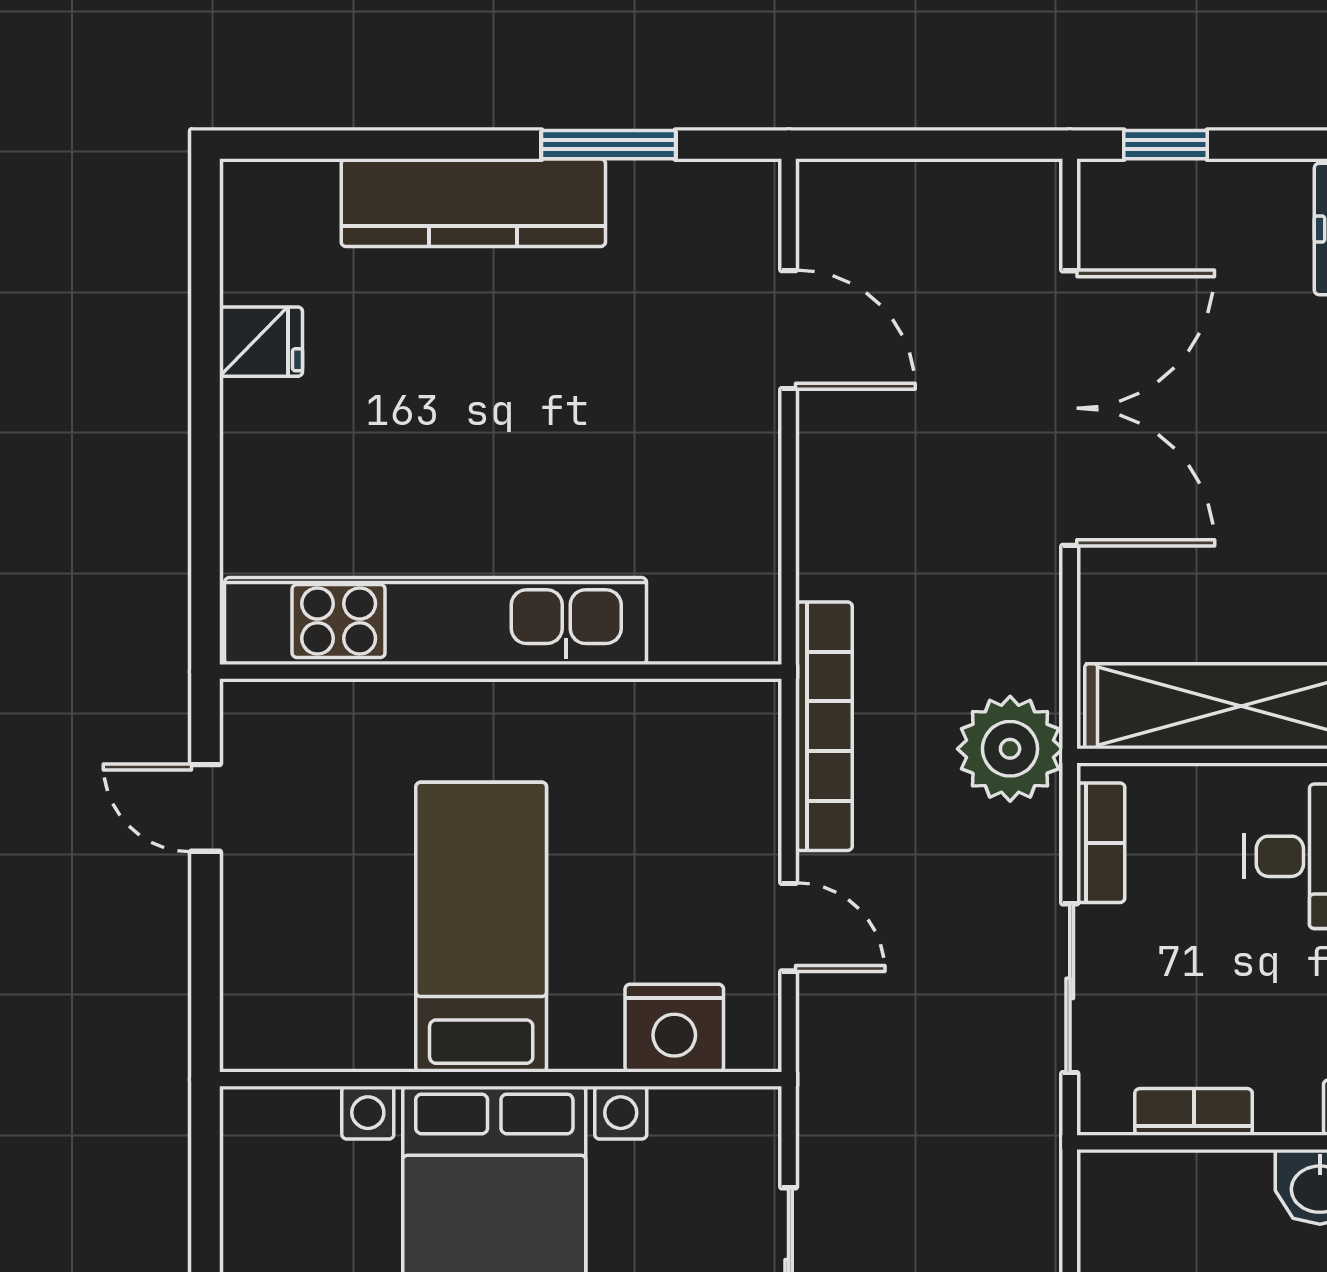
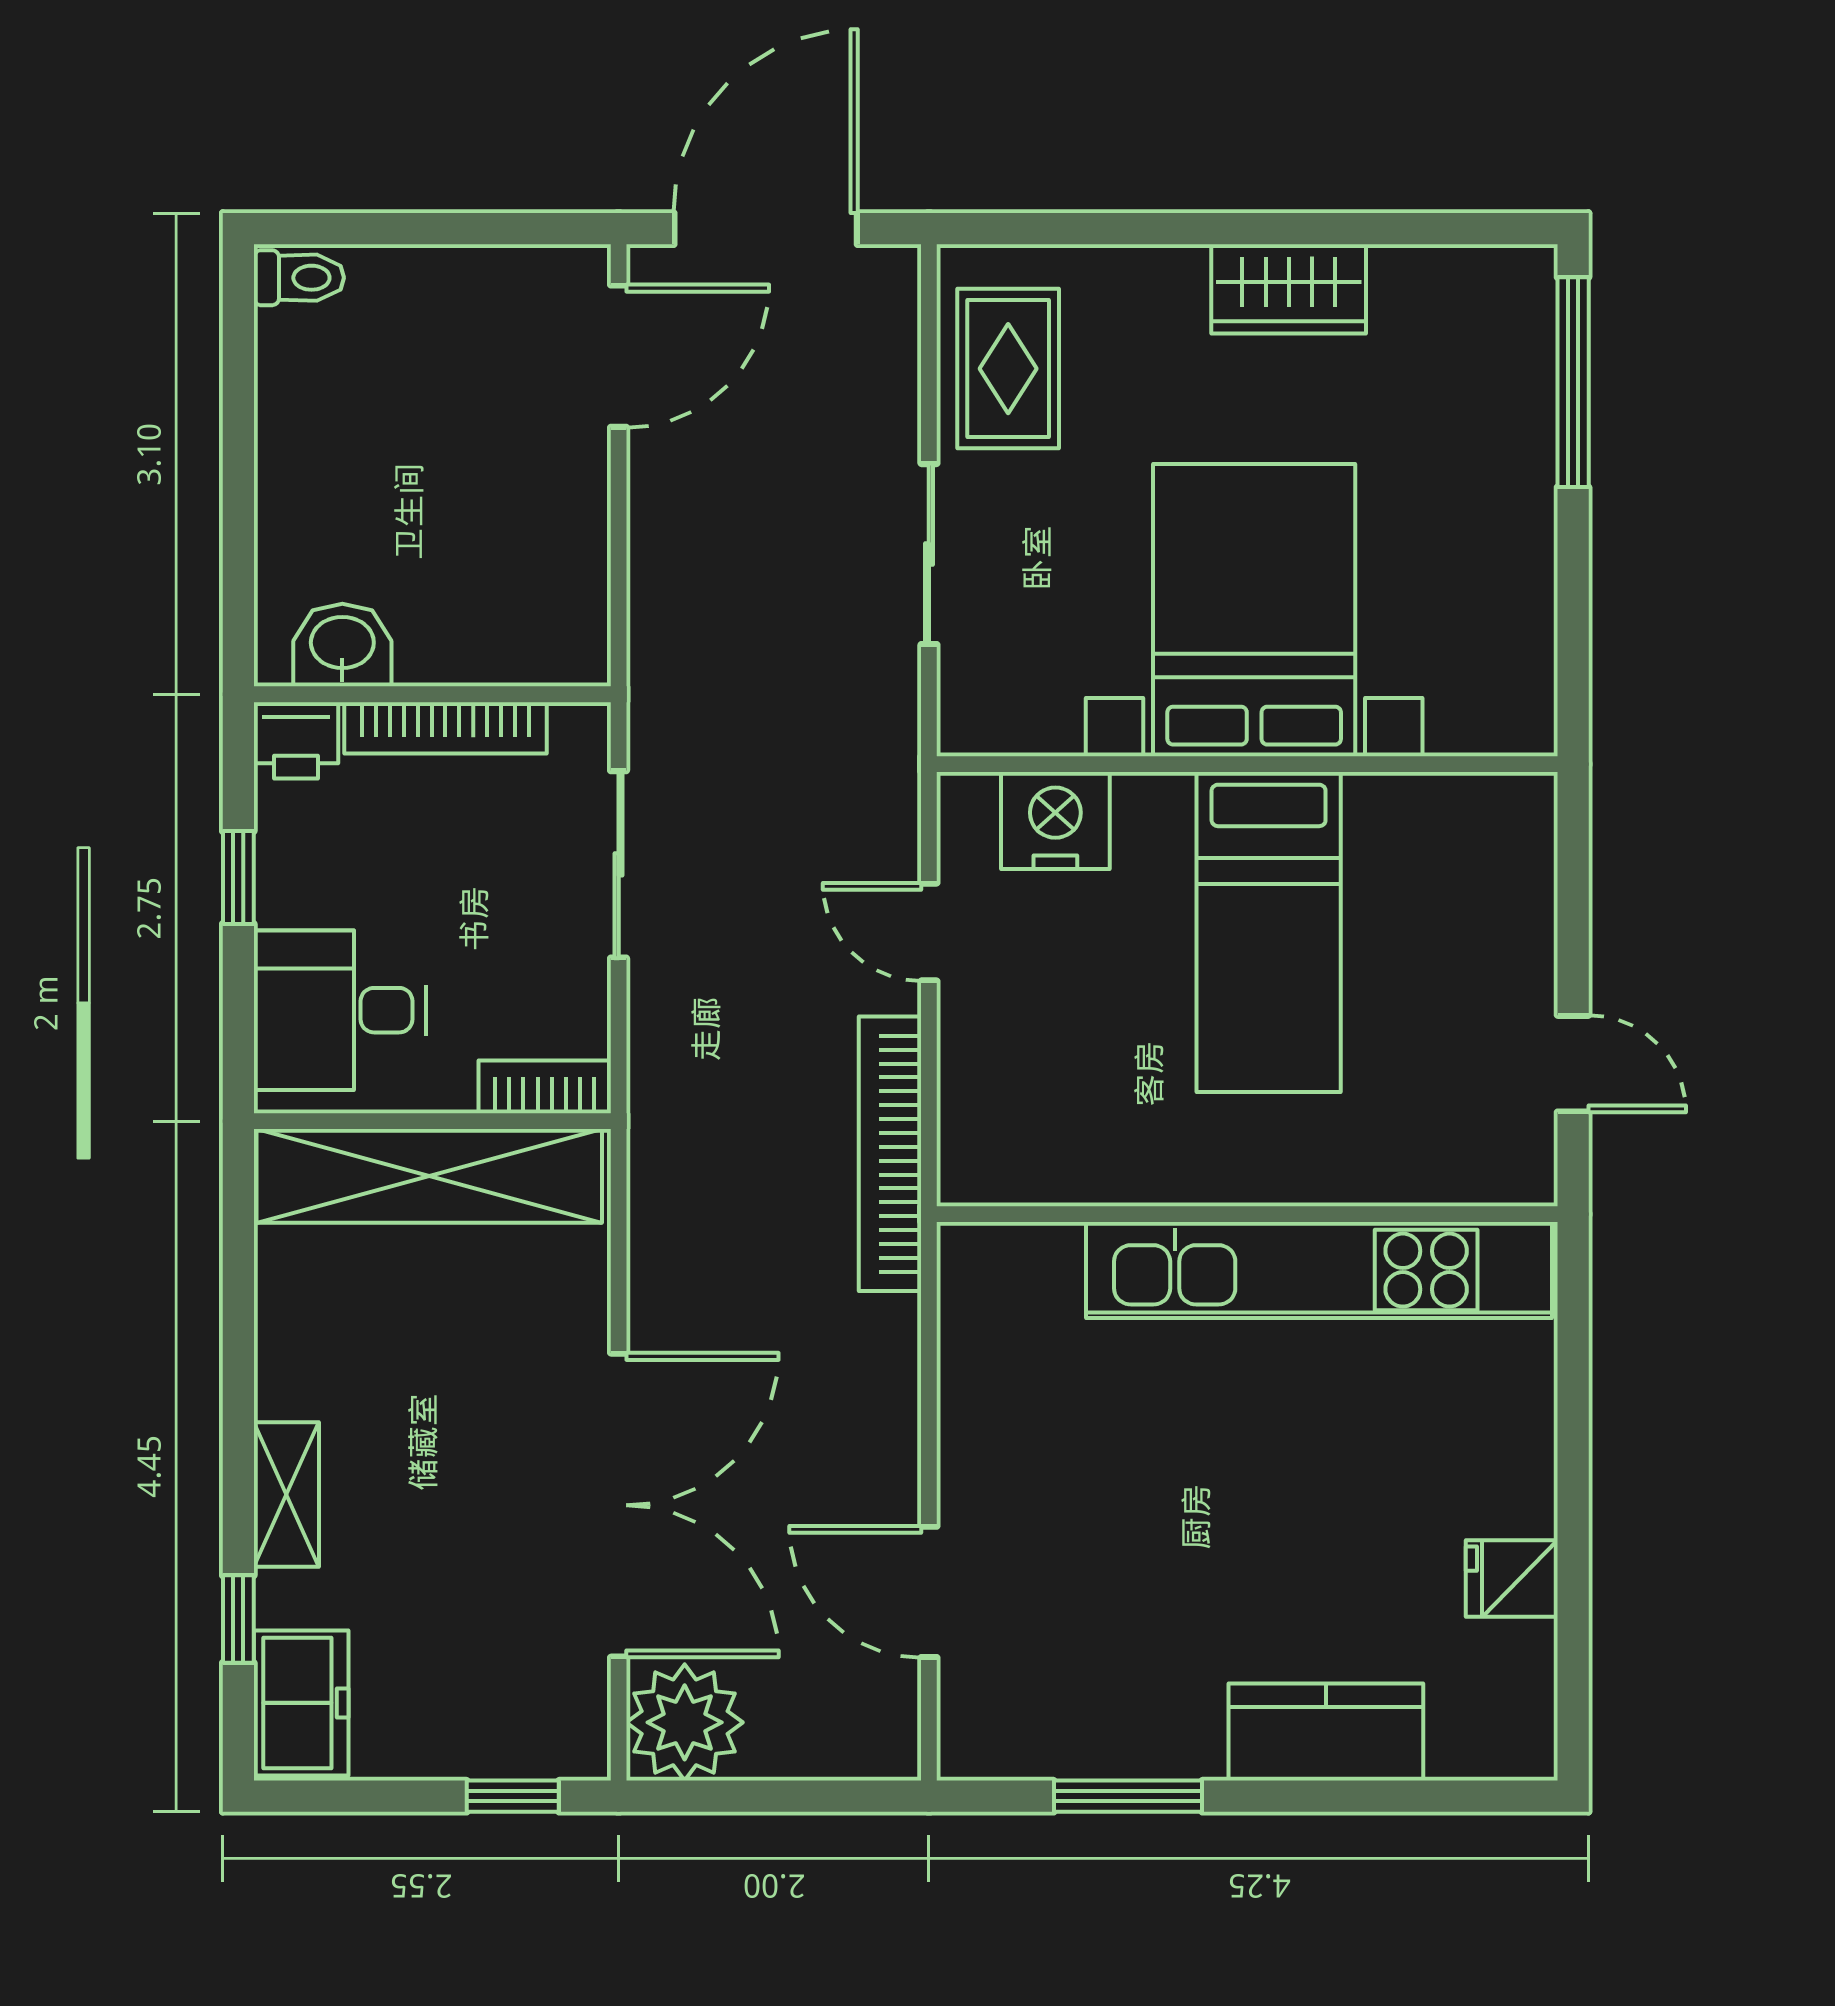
kitchen counter: (473, 203) -> (1326, 1732), width x0.67
double door: (1070, 408) -> (619, 1505), swing flipped
plant: (1010, 749) -> (685, 1722), moved
bookcase: (1101, 843) -> (545, 1087), moved, turned 90
bookcase: (1194, 1112) -> (445, 728), width x1.56

